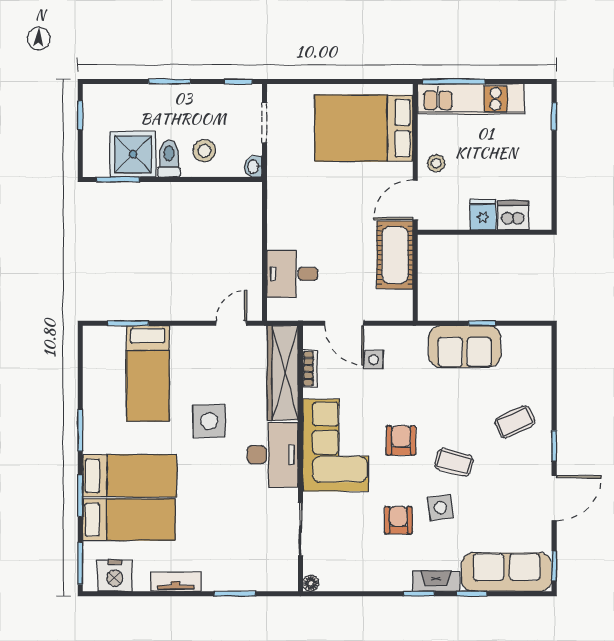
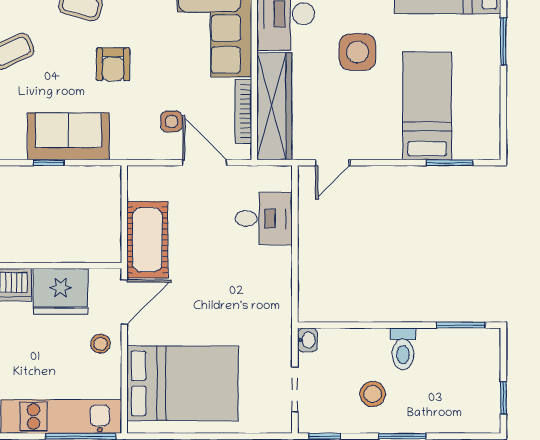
stool: (204, 151) -> (373, 394), moved
shower: (133, 154) -> (444, 354), removed
fridge: (483, 215) -> (61, 291), width x1.88, depth x1.34
bookcase: (310, 369) -> (243, 111), width x1.56
armchair: (401, 440) -> (113, 64), moved

